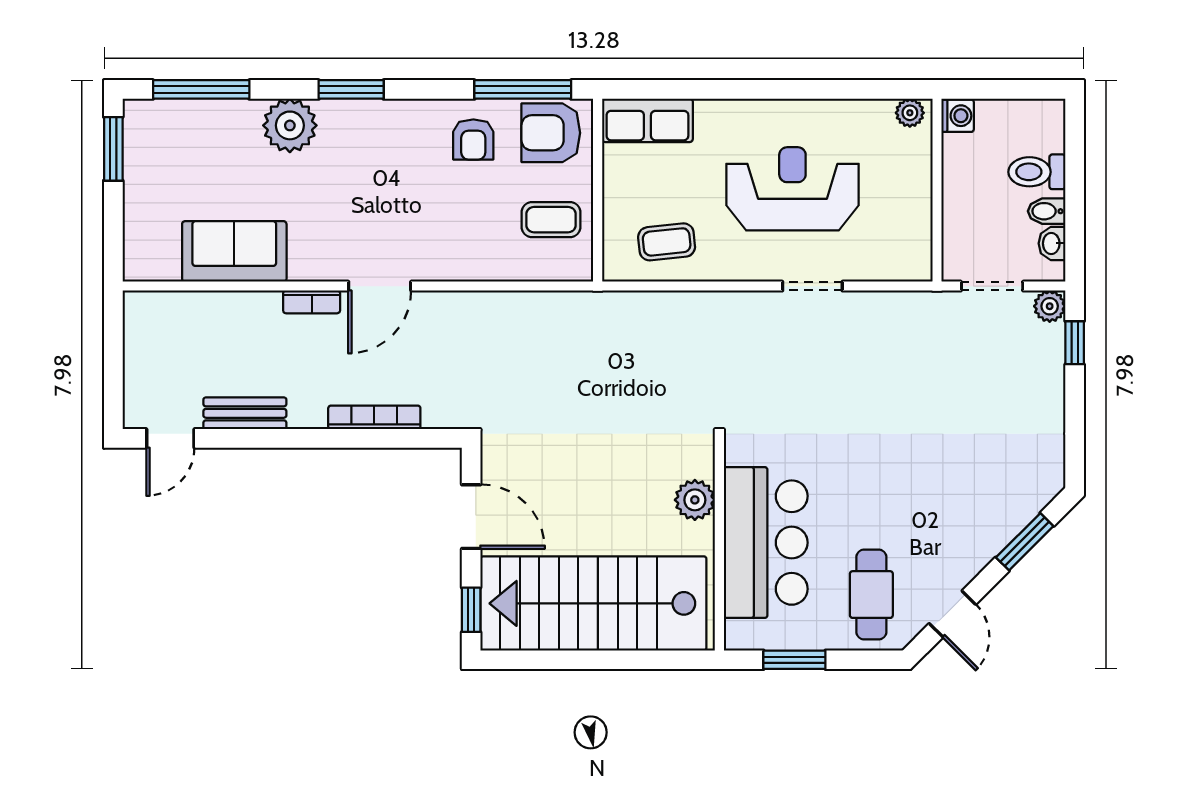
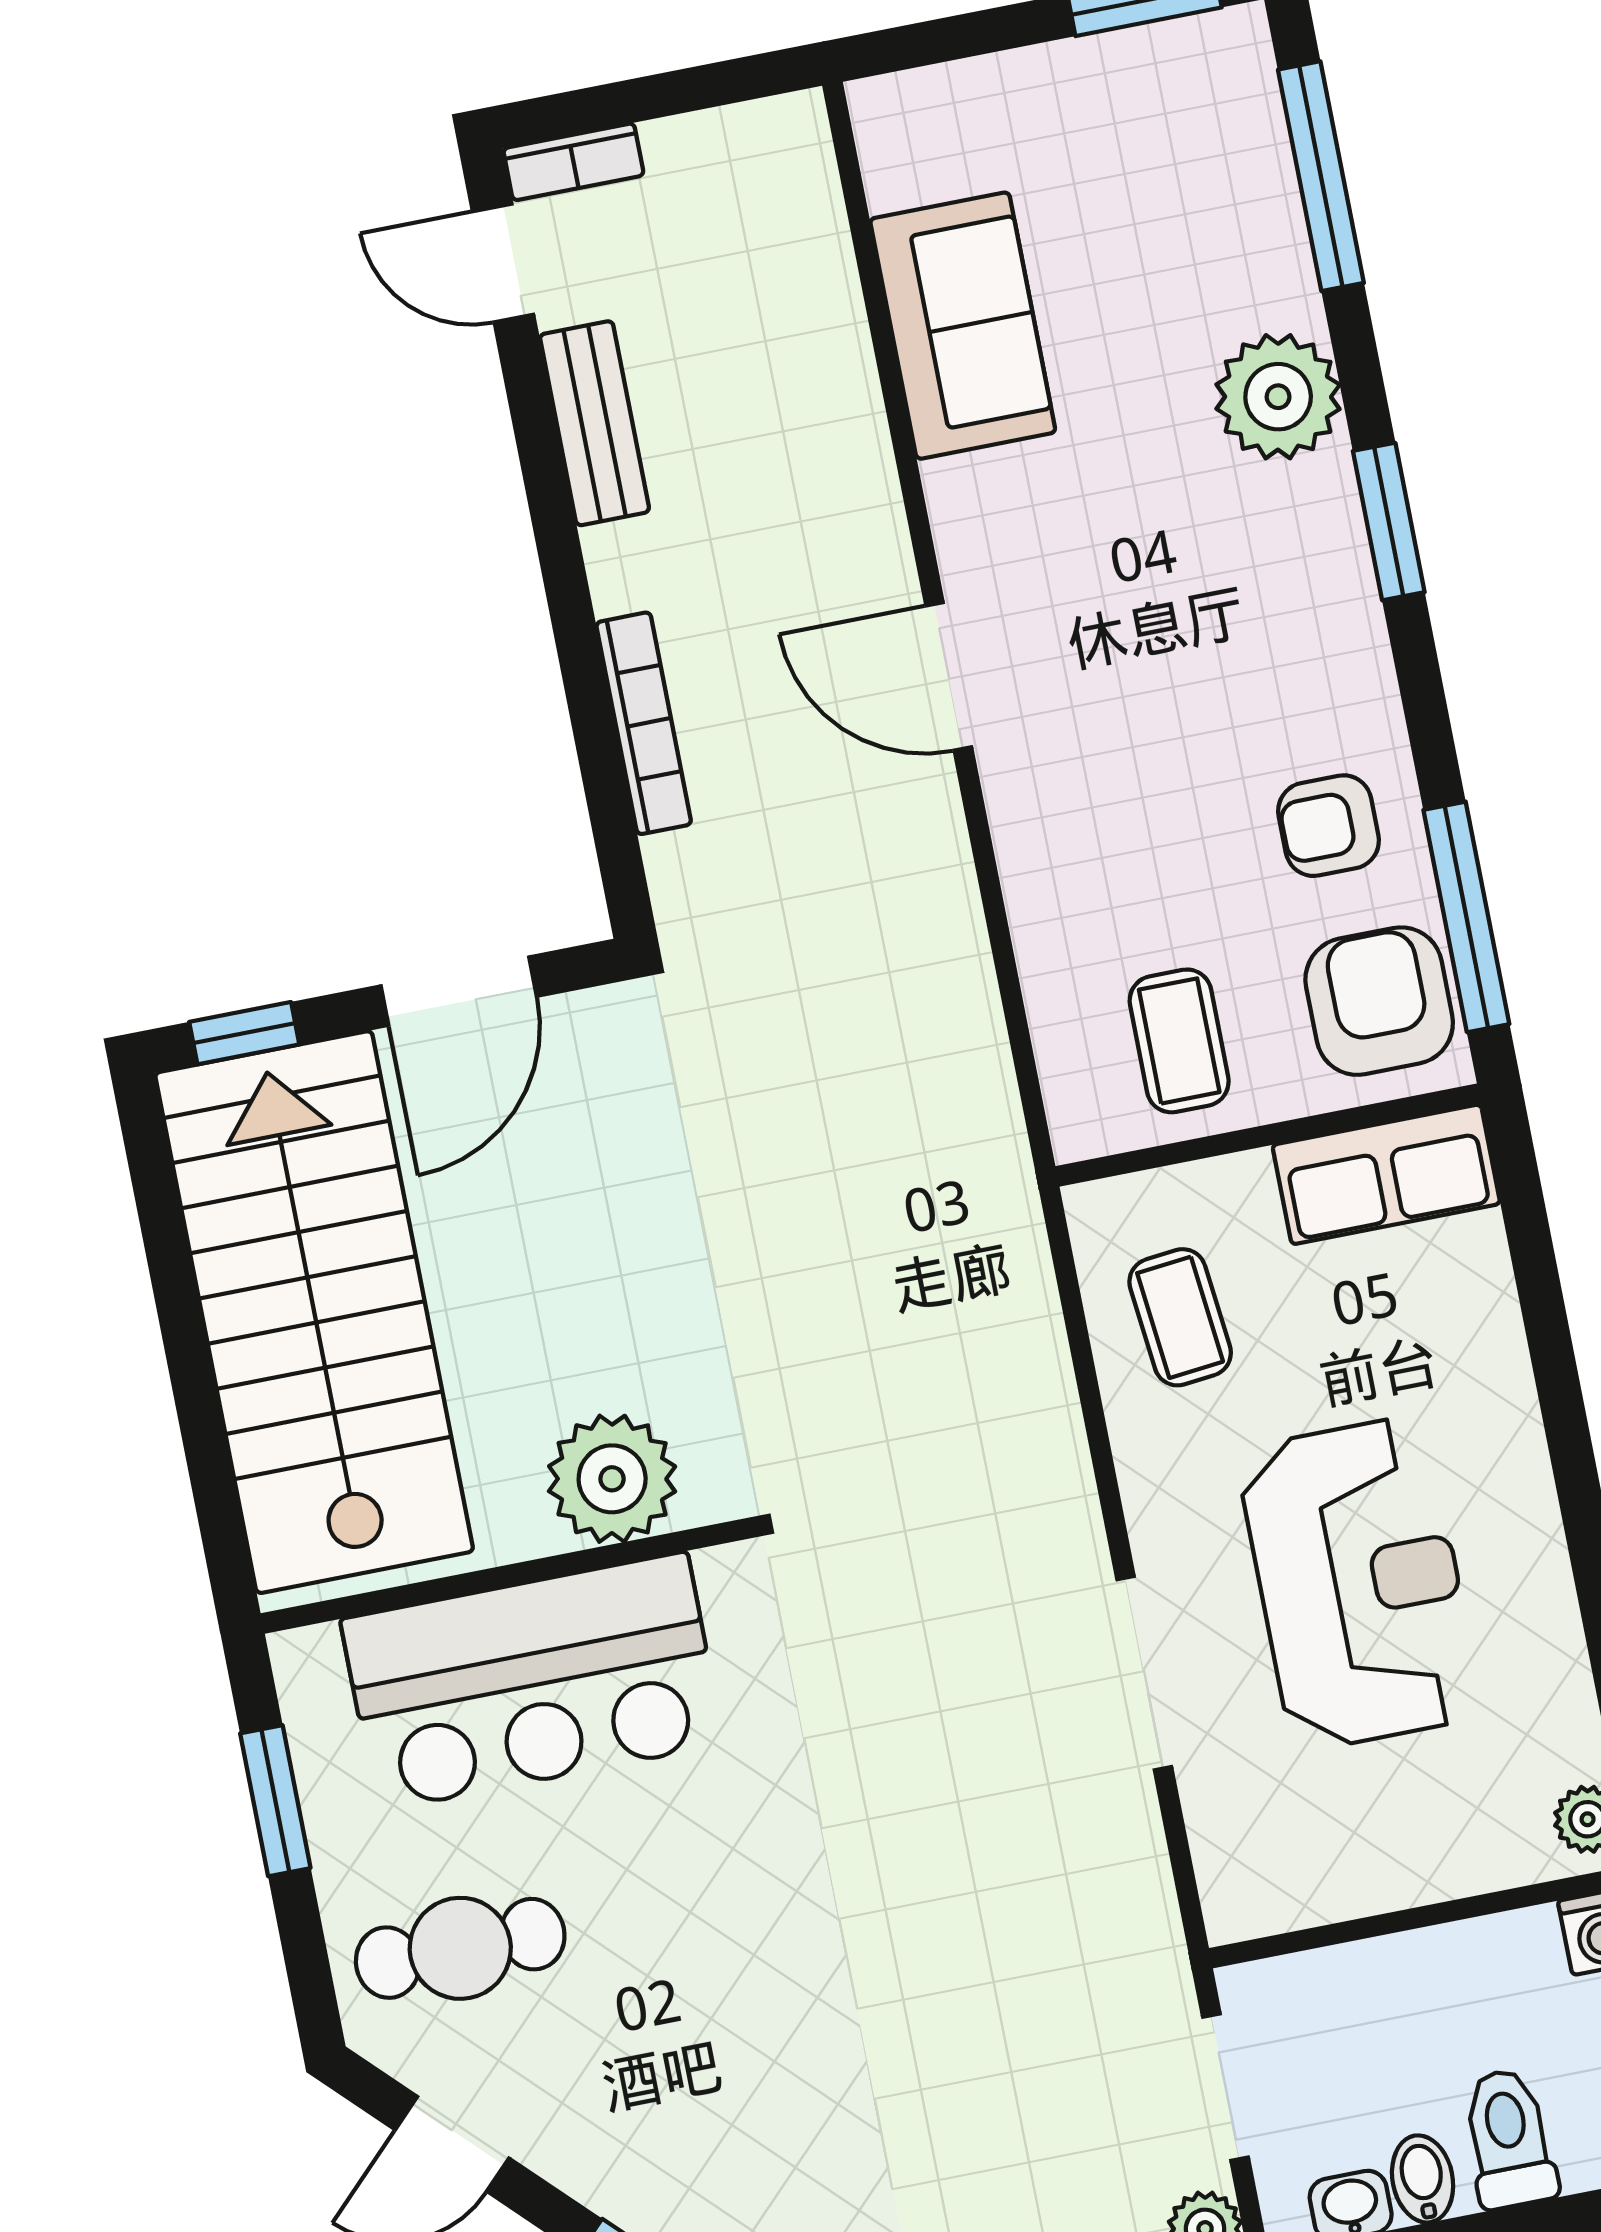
row of seats: (647, 120) -> (1386, 1174), moved, turned -90
doorway: (812, 286) -> (1144, 1673), width x1.38
bookcase: (312, 302) -> (573, 162), moved, turned -90
plant: (695, 500) -> (612, 1479), width x1.36, depth x1.36

